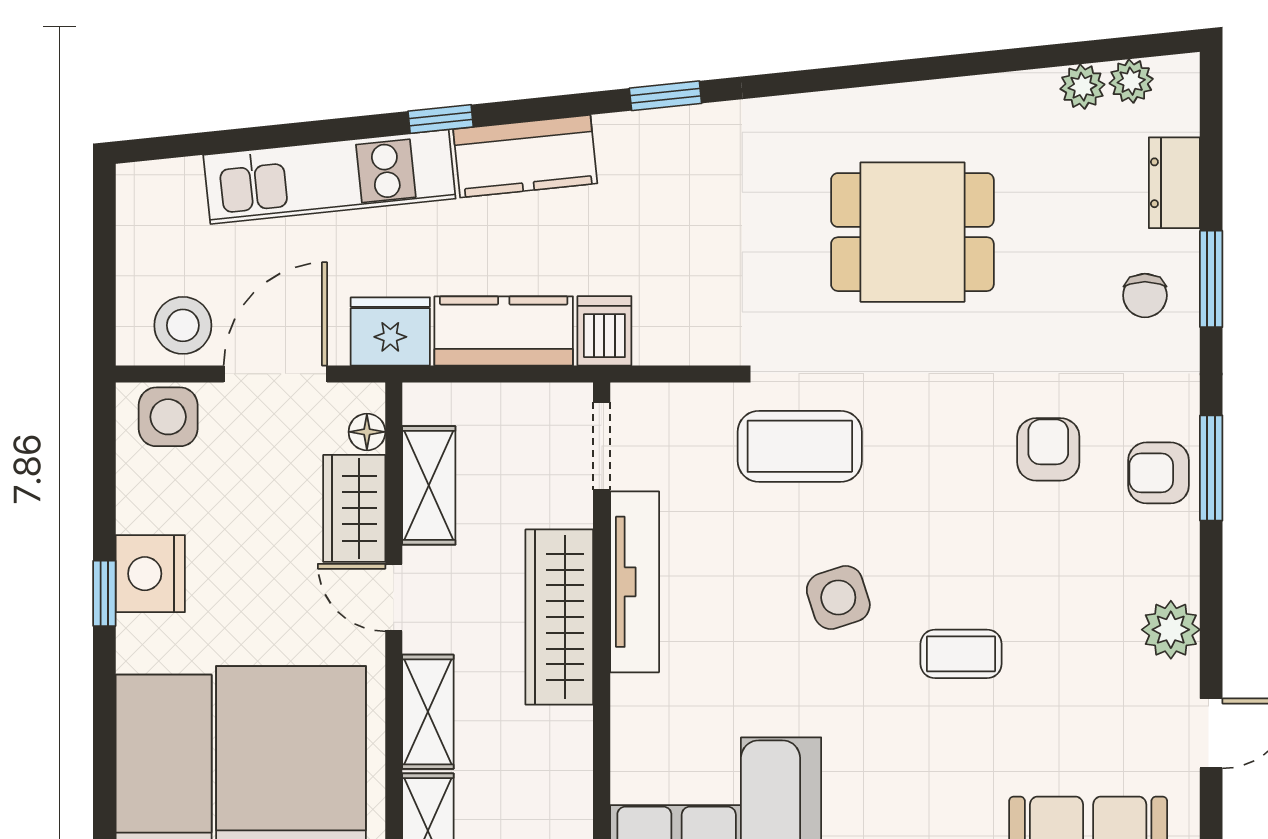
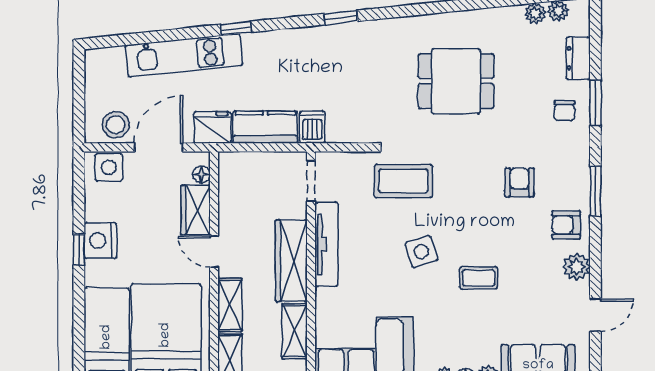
kitchen counter: (525, 156) -> (275, 46), removed
armchair: (1159, 473) -> (566, 225), moved
shelving: (429, 485) -> (295, 331), moved

